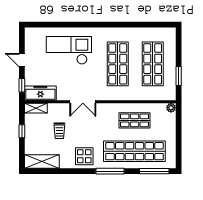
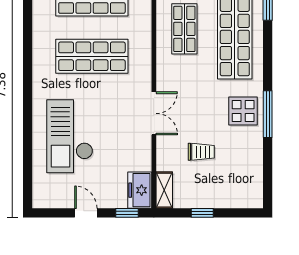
door: (22, 60) -> (86, 213), swing flipped
freezer: (40, 93) -> (140, 190), width x0.71
shelving: (42, 162) -> (252, 180), removed
window: (110, 171) -> (268, 114), moved

